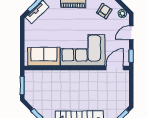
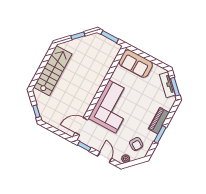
sofa: (44, 57) -> (136, 64), moved, turned 90
door: (115, 68) -> (81, 126), swing flipped

